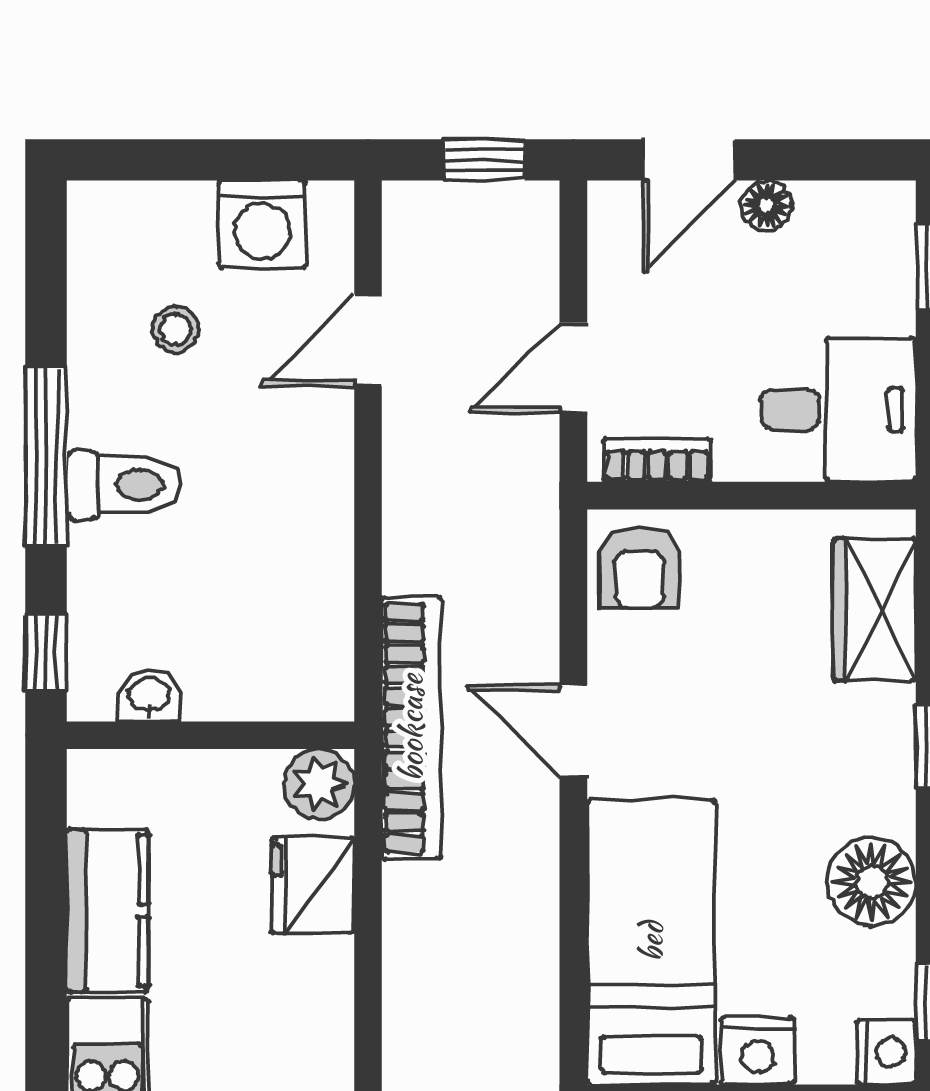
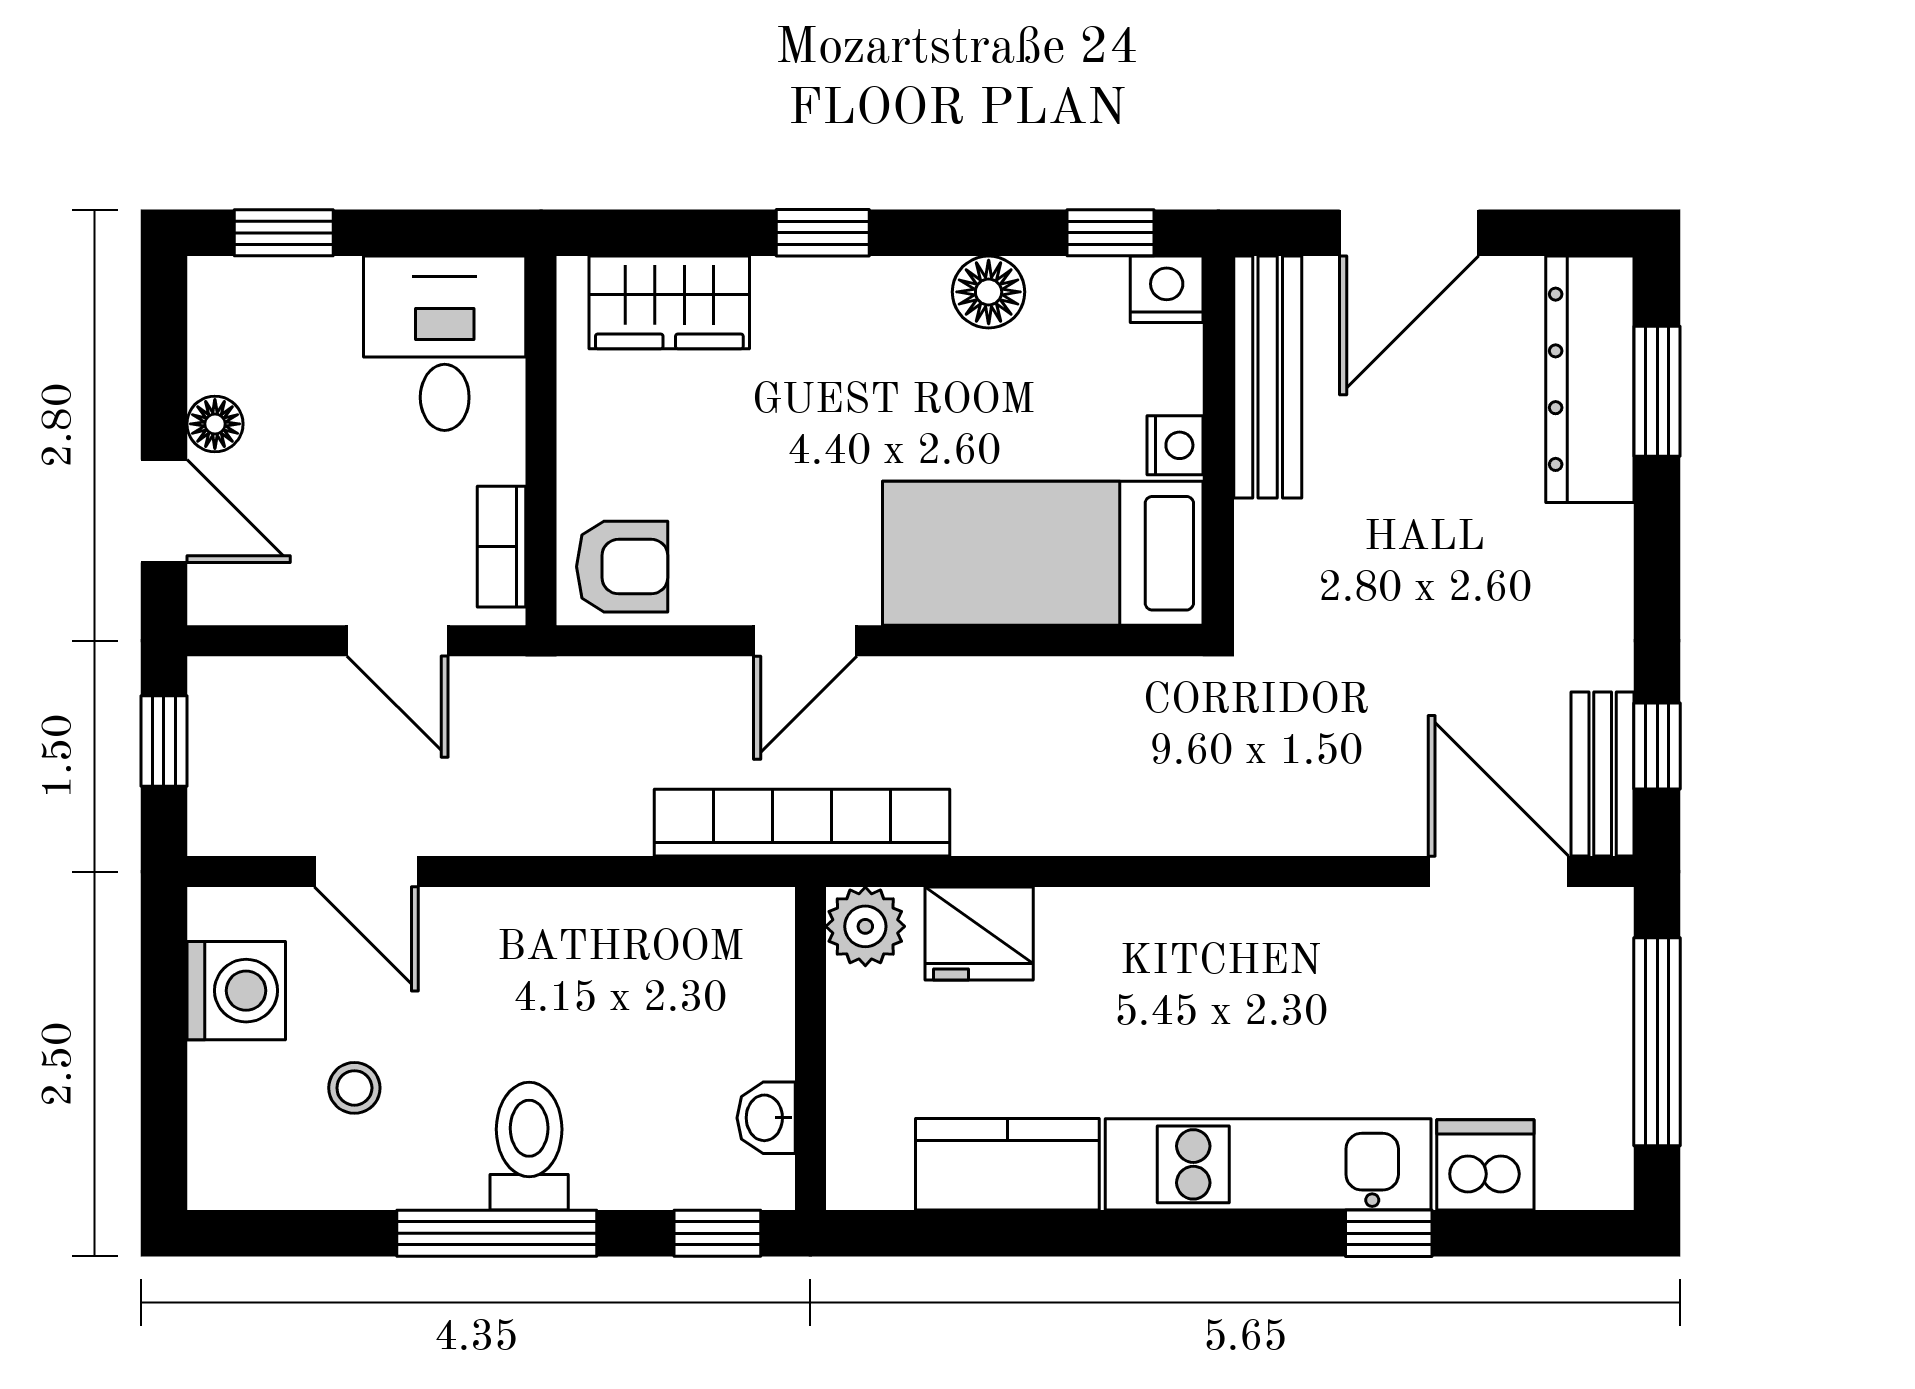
floor lamp: (872, 882) -> (989, 292), width x0.73, depth x0.73
nightstand: (758, 1051) -> (1175, 445), width x0.72, depth x0.74

